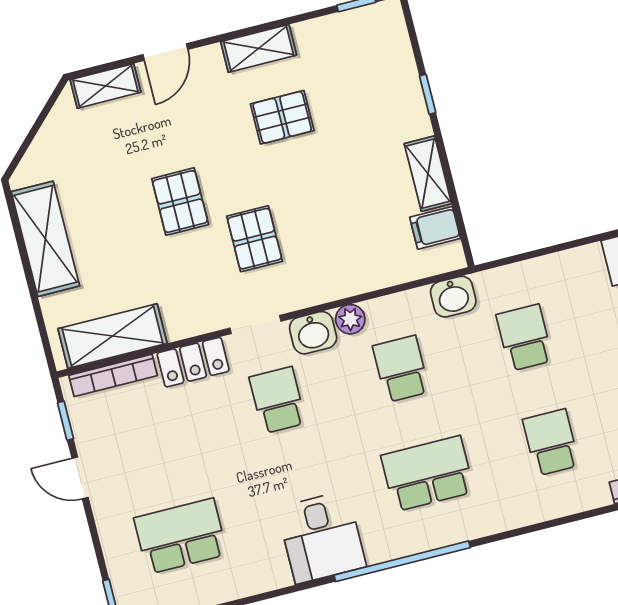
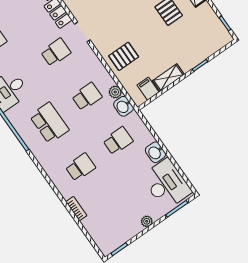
pallet: (255, 239) -> (124, 56), moved
plant: (350, 319) -> (115, 92), moved
washbasin: (313, 333) -> (155, 152), moved

